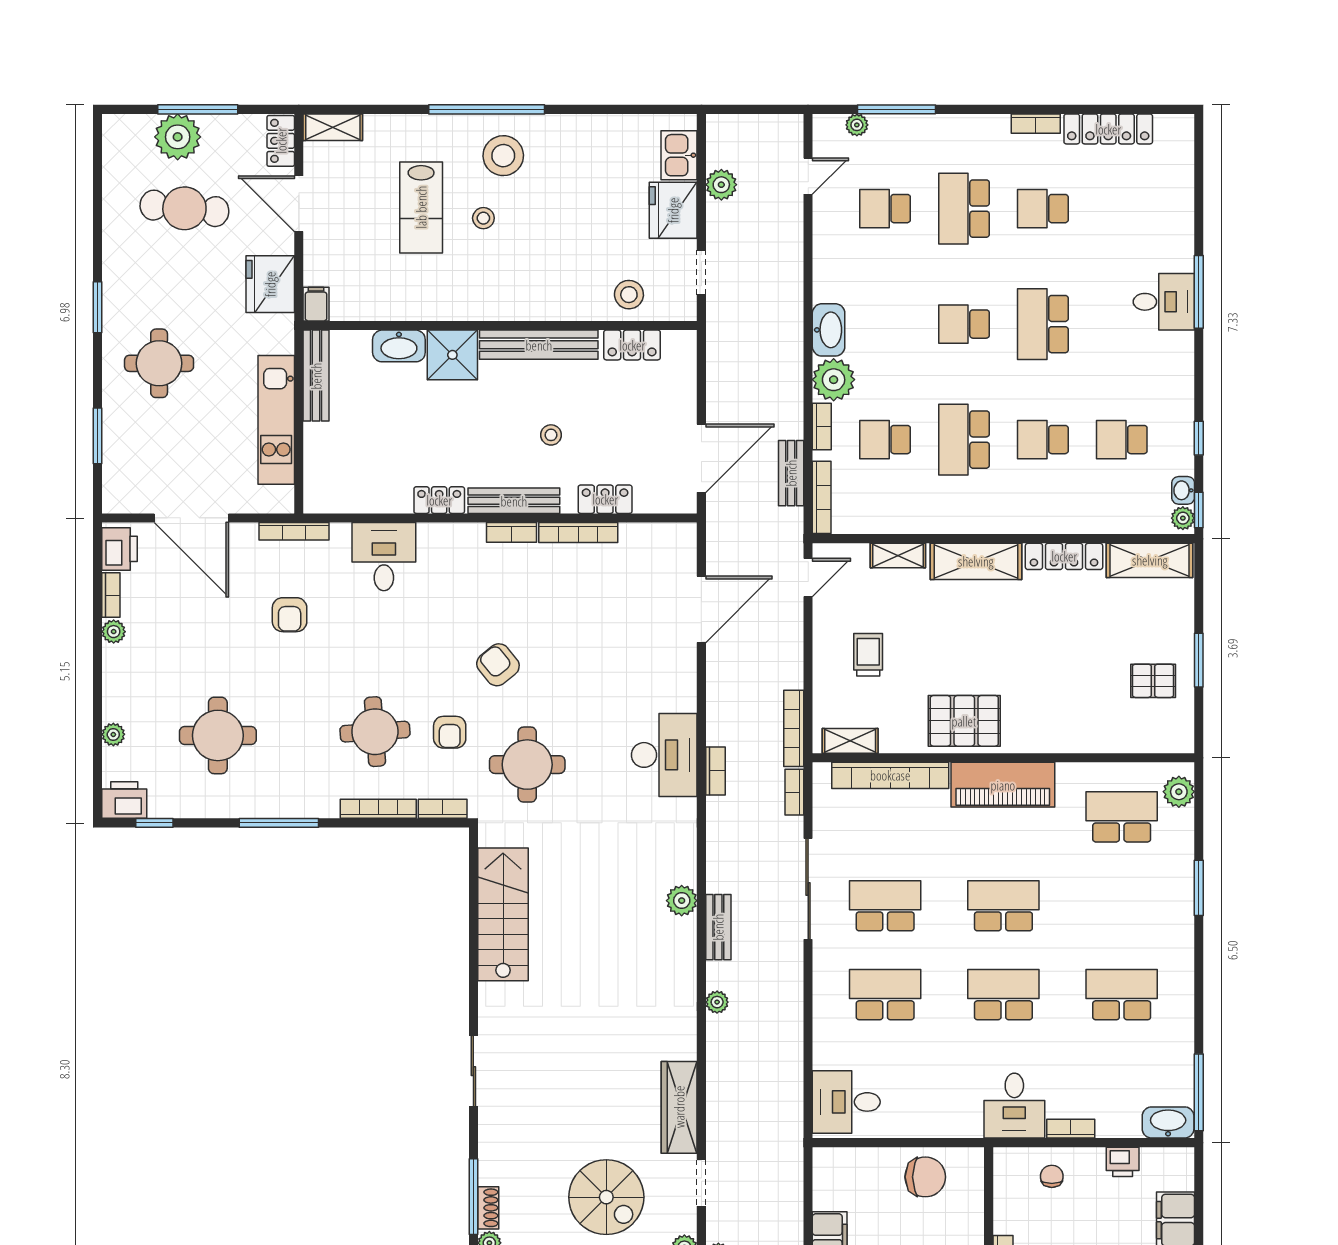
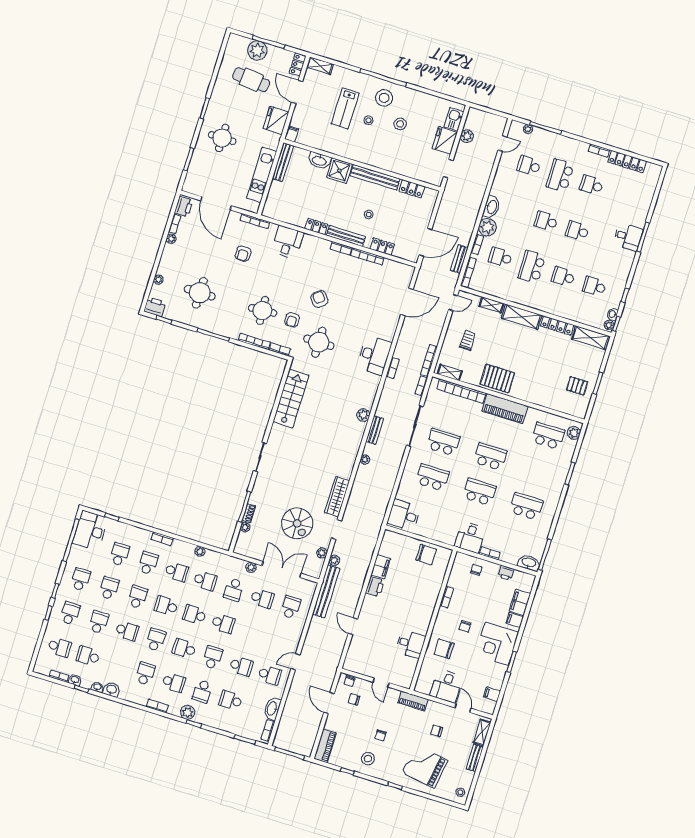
stool: (629, 295) -> (400, 124), moved
school desk: (1043, 324) -> (577, 231), width x0.54

